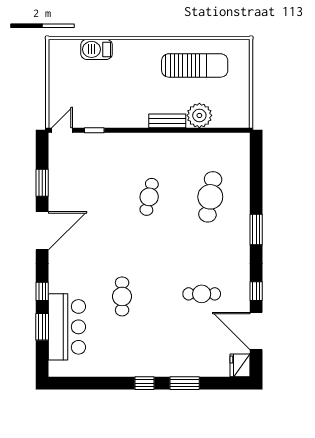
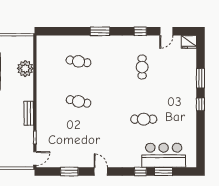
bench: (167, 121) -> (29, 113), moved
door: (62, 130) -> (35, 158), swing flipped
cafe table: (210, 197) -> (79, 61), width x0.73, depth x0.74
door: (42, 231) -> (101, 171), width x0.53
door: (256, 331) -> (166, 31), width x0.53

